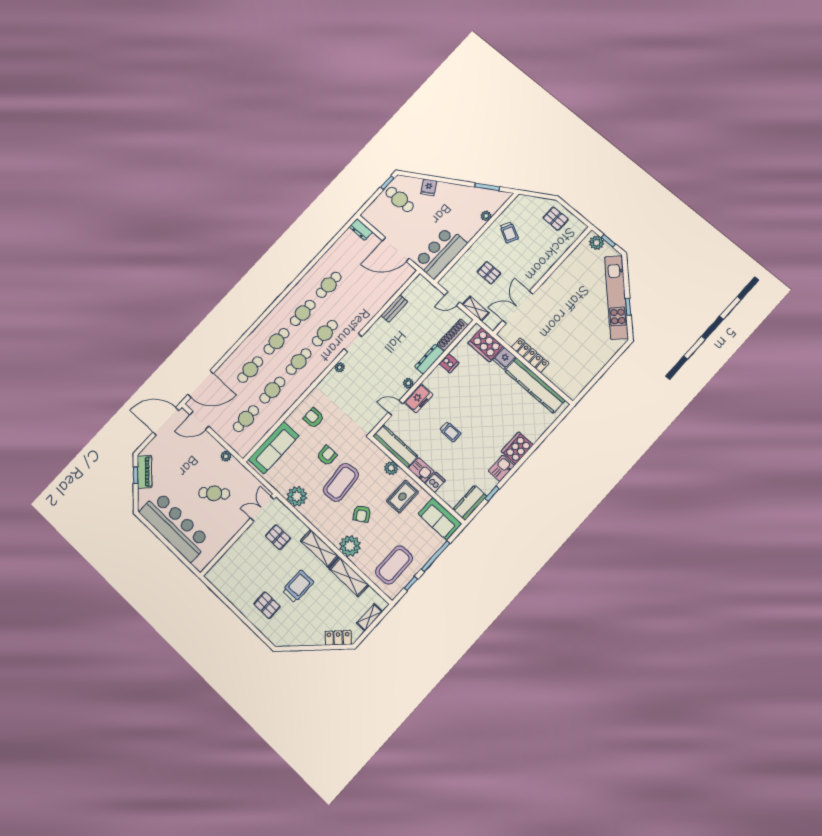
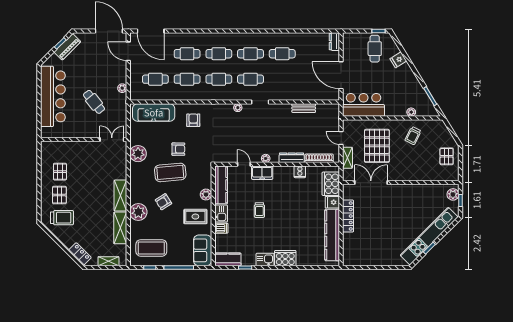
pallet: (489, 273) -> (377, 146), width x2.05, depth x2.00
pallet: (278, 537) -> (60, 172), moved
trolley: (298, 586) -> (62, 218), moved

